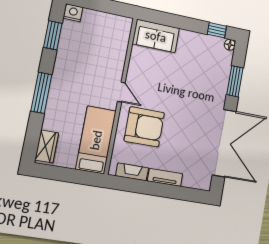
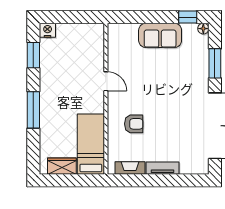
sofa: (156, 36) -> (160, 35), moved
door: (121, 92) -> (106, 81), moved
armchair: (144, 127) -> (134, 124), width x0.53, depth x0.53
wardrobe: (47, 146) -> (62, 166), moved, turned -90

